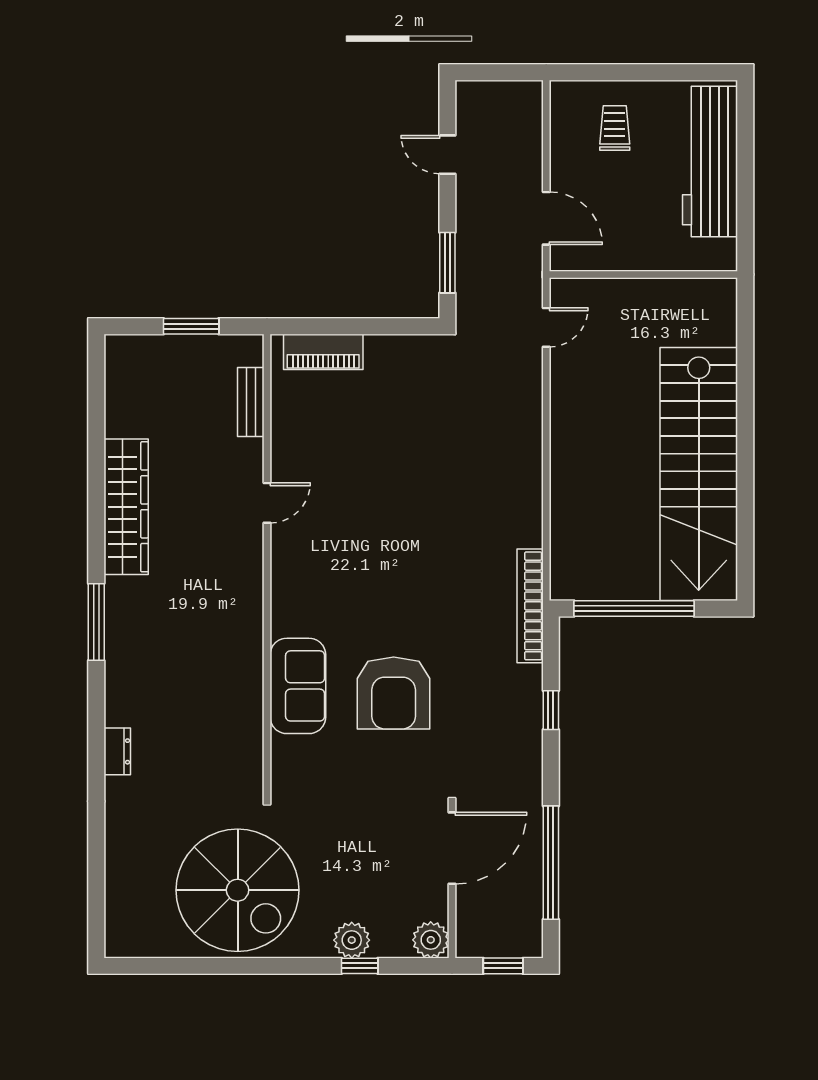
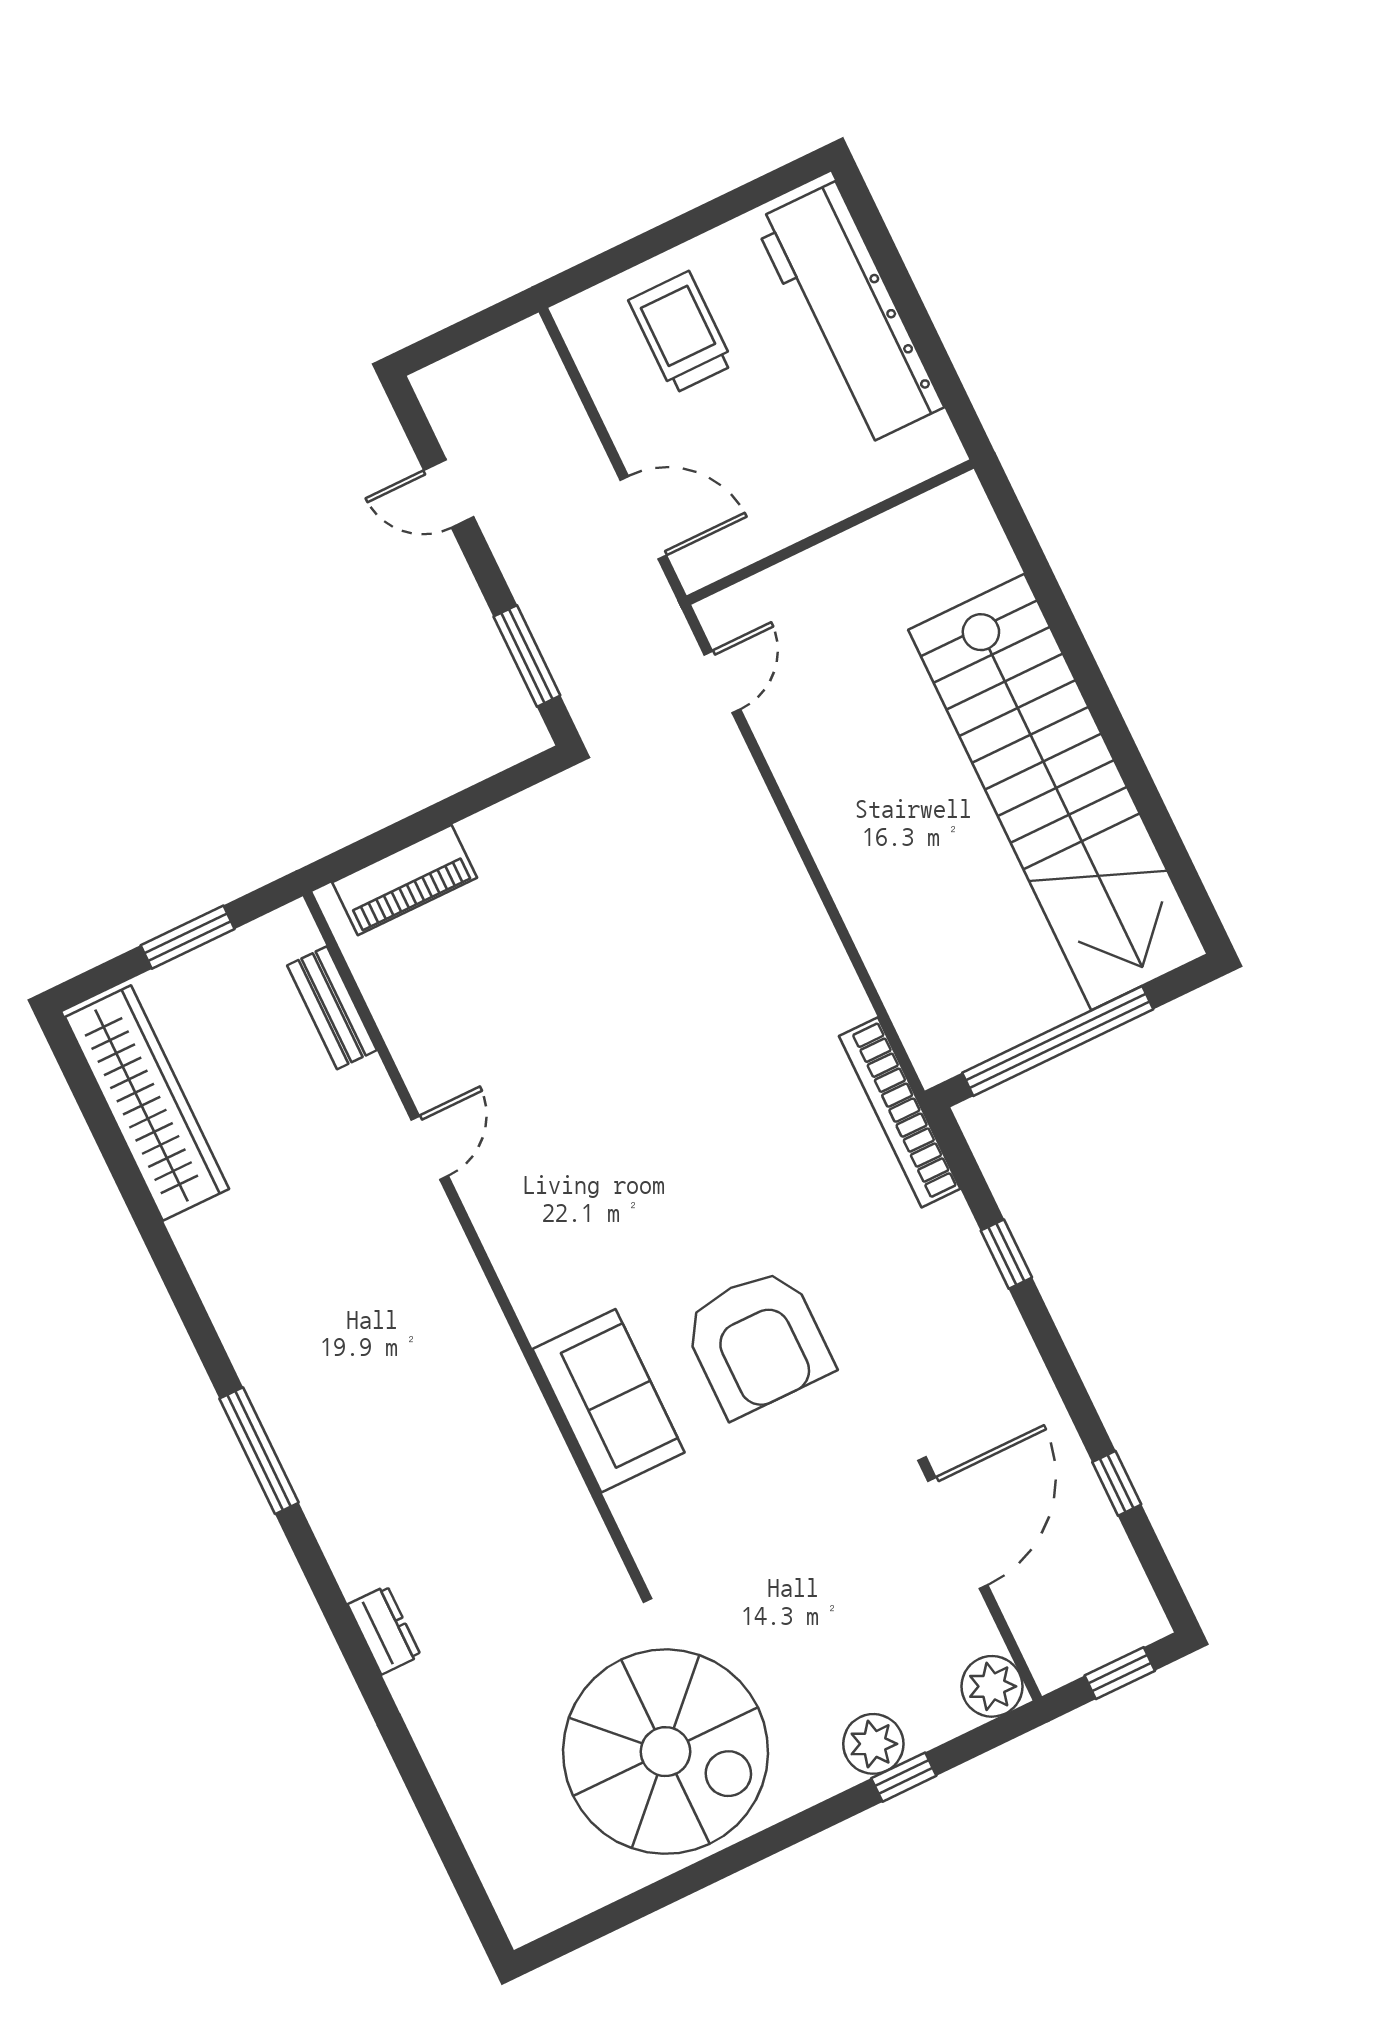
trolley: (615, 128) -> (681, 332), width x1.36, depth x1.39
wardrobe: (126, 507) -> (147, 1103), moved
window: (551, 863) -> (1117, 1483), width x0.32

